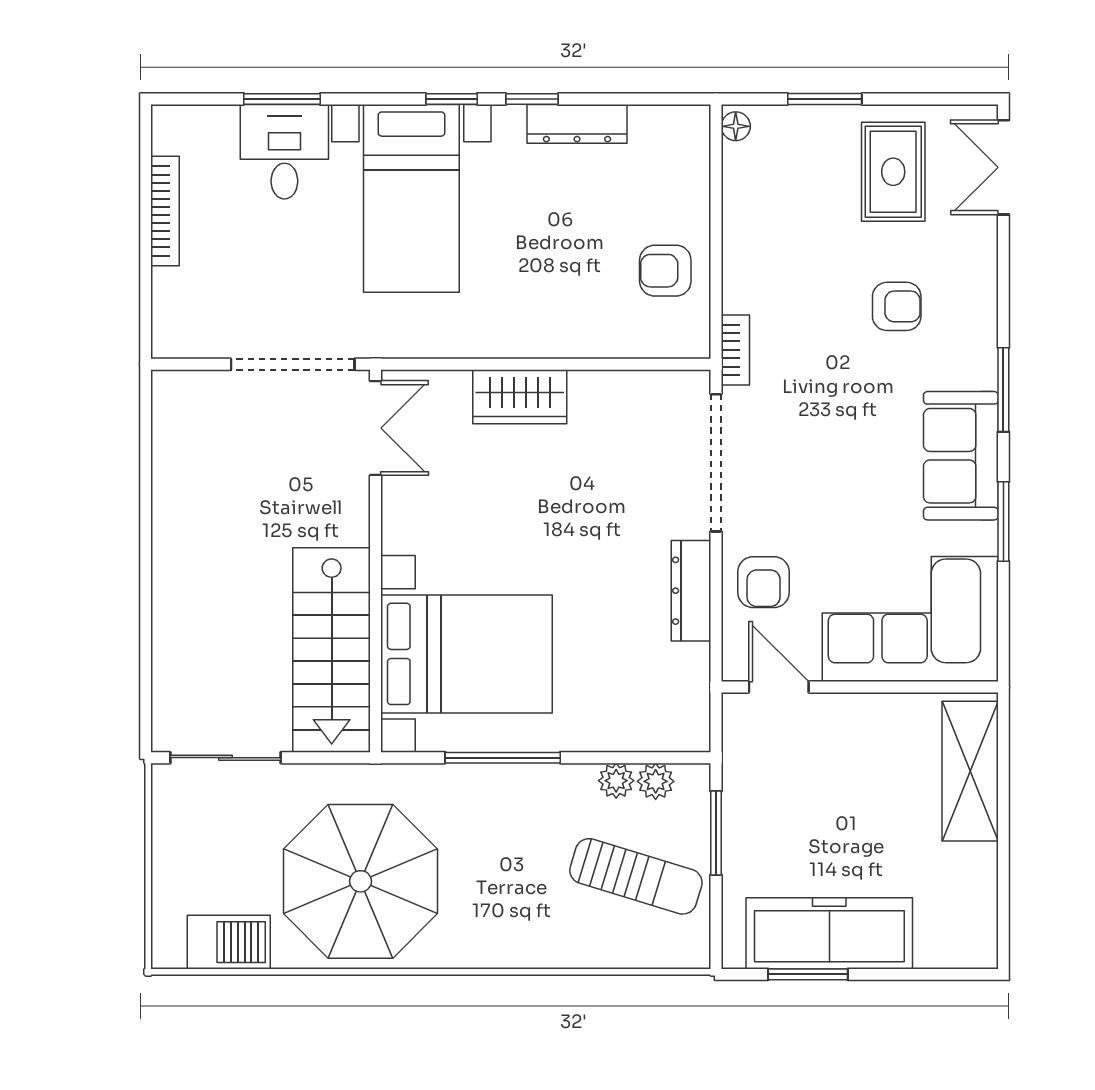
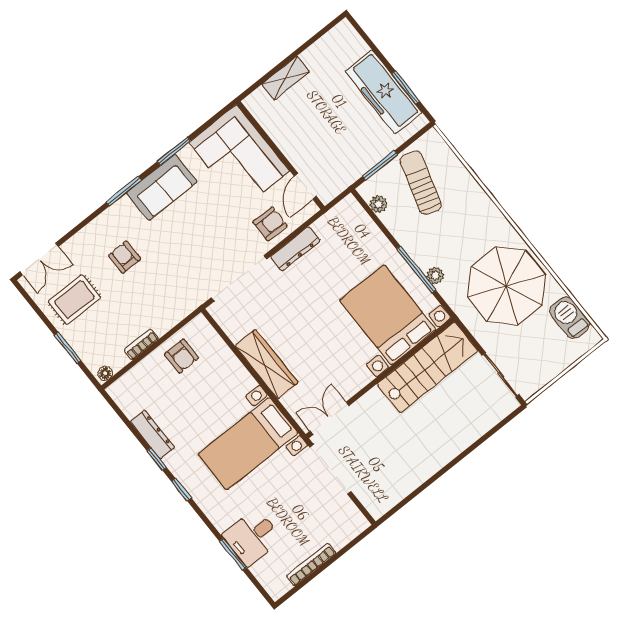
bed with nightstands: (411, 198) -> (248, 444), moved, turned 180
bookcase: (735, 350) -> (141, 345), moved
wardrobe: (520, 397) -> (267, 364), width x1.50
shelving: (970, 771) -> (286, 78), width x0.67, depth x0.75
plant: (616, 781) -> (435, 276), moved

